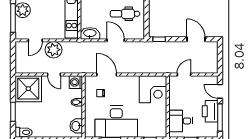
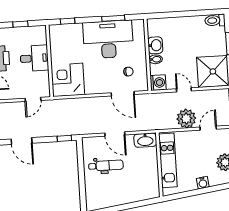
desk: (181, 121) -> (34, 58), moved
washbasin: (76, 126) -> (155, 45), moved

